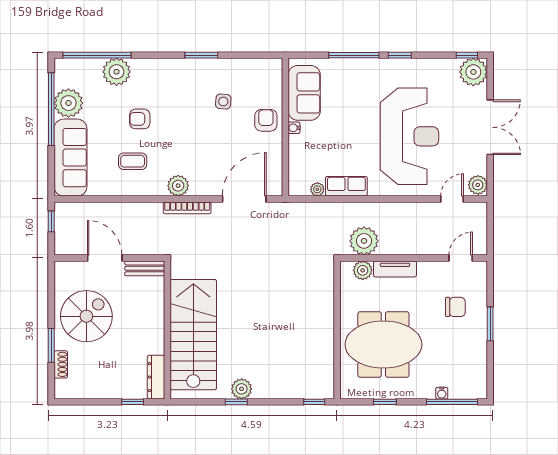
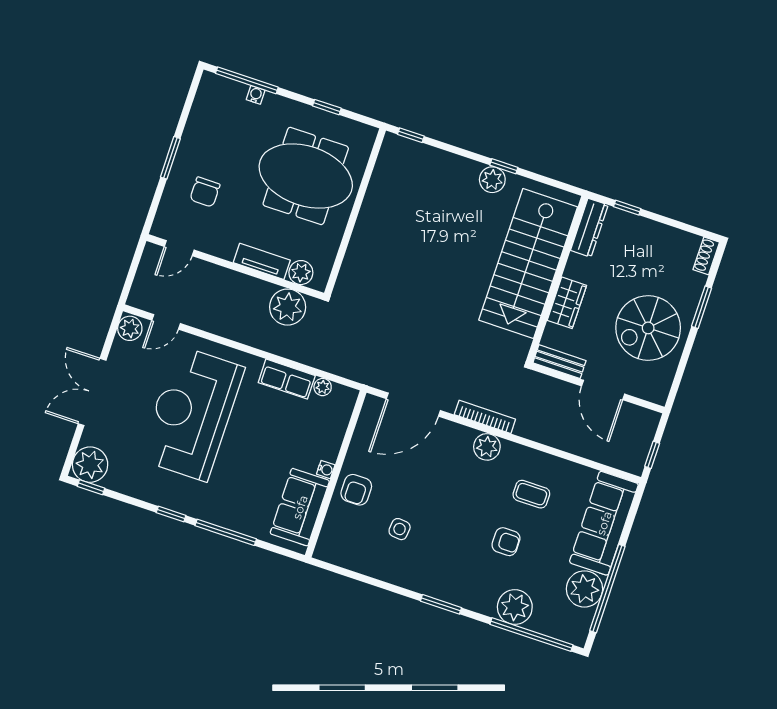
window: (201, 55) -> (441, 604), moved
chair: (455, 307) -> (205, 192), turned -90
wardrobe: (154, 315) -> (567, 303), added
shoe rack: (61, 364) -> (706, 256), moved

